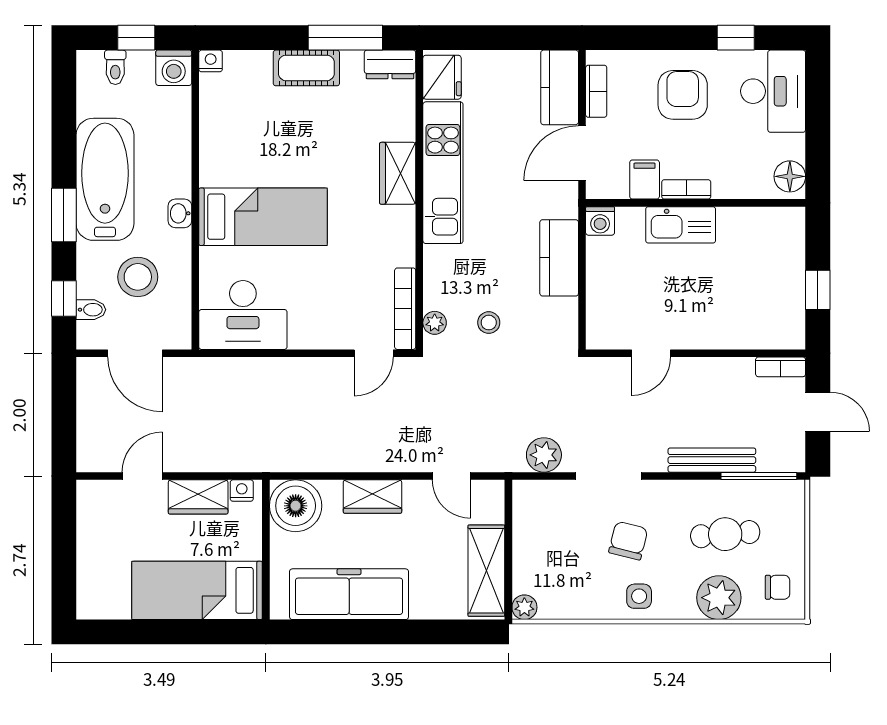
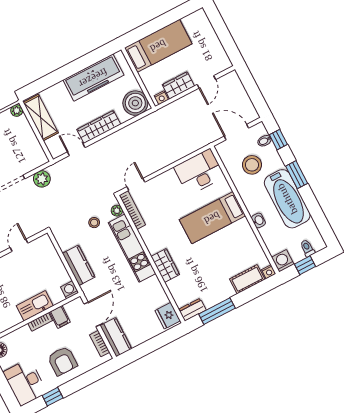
cot: (306, 68) -> (247, 279), moved
kitchen unit: (443, 173) -> (132, 248), moved
washbasin: (180, 213) -> (258, 220), moved
wardrobe: (372, 497) -> (99, 127), width x1.50

